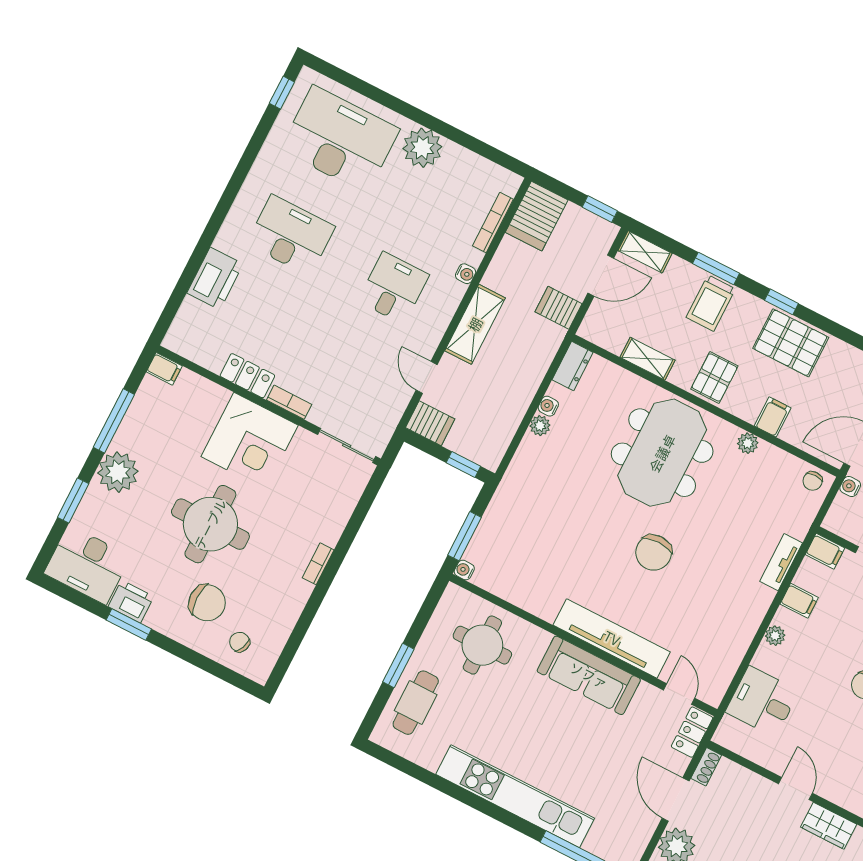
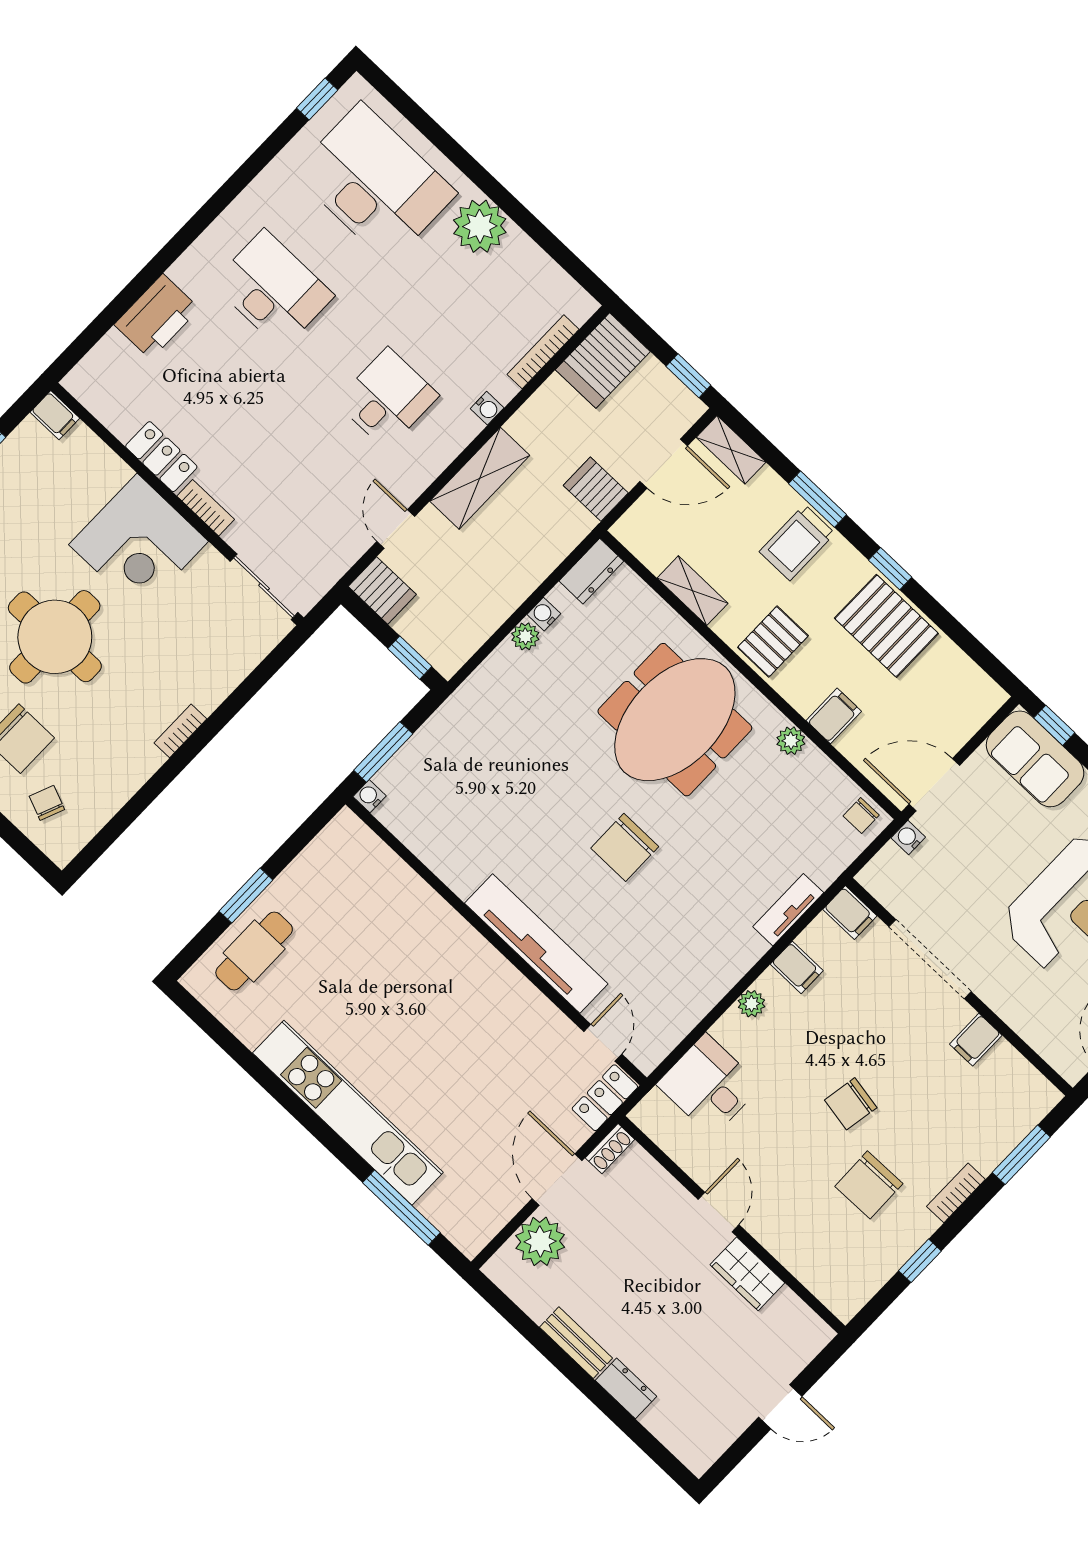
round table: (482, 645) -> (364, 902), removed
sofa: (589, 675) -> (492, 983), removed

